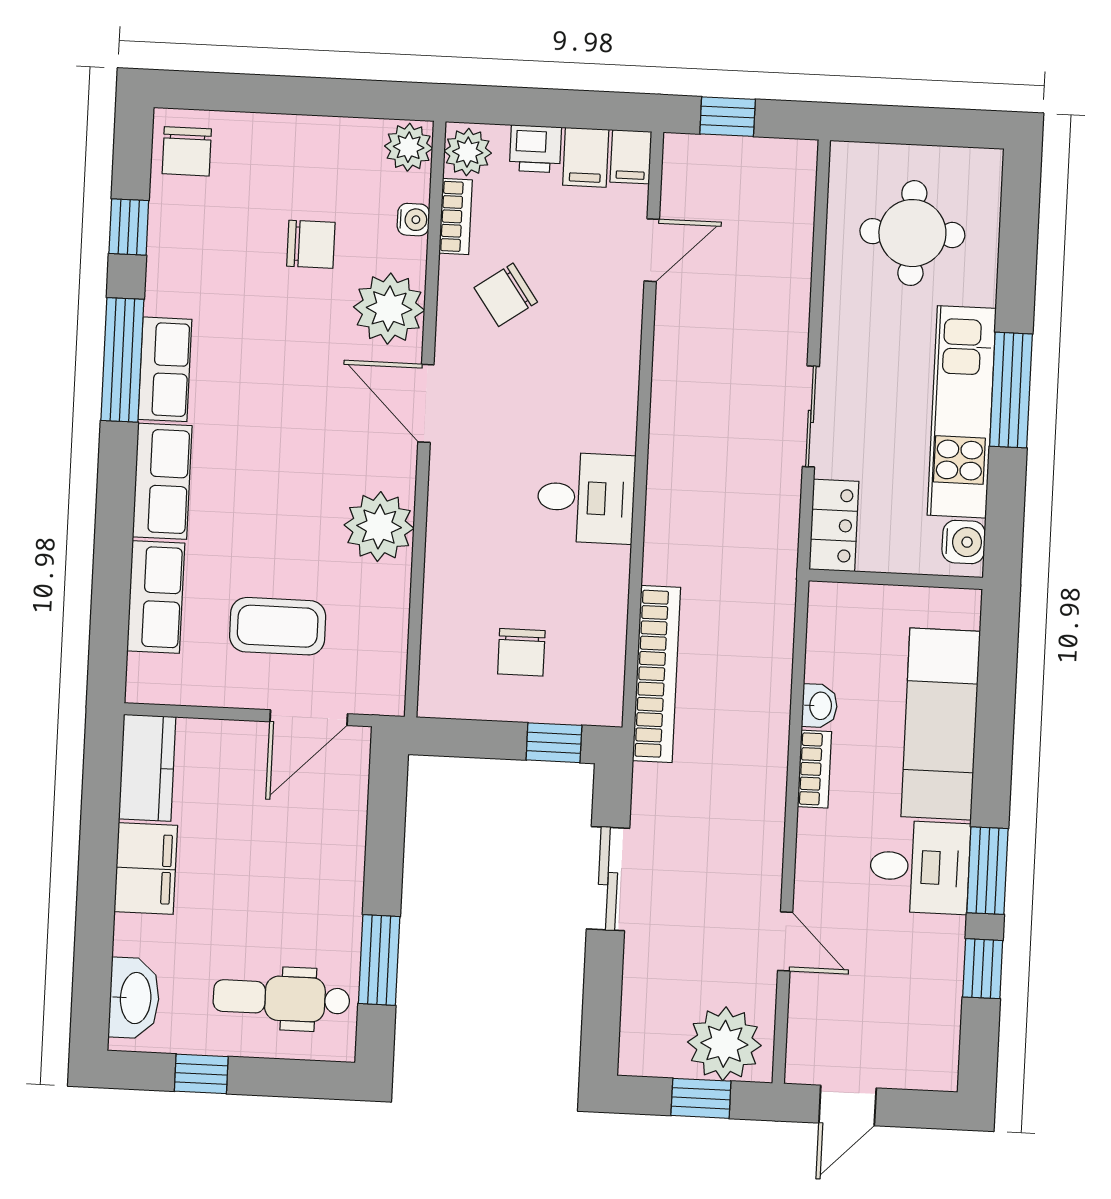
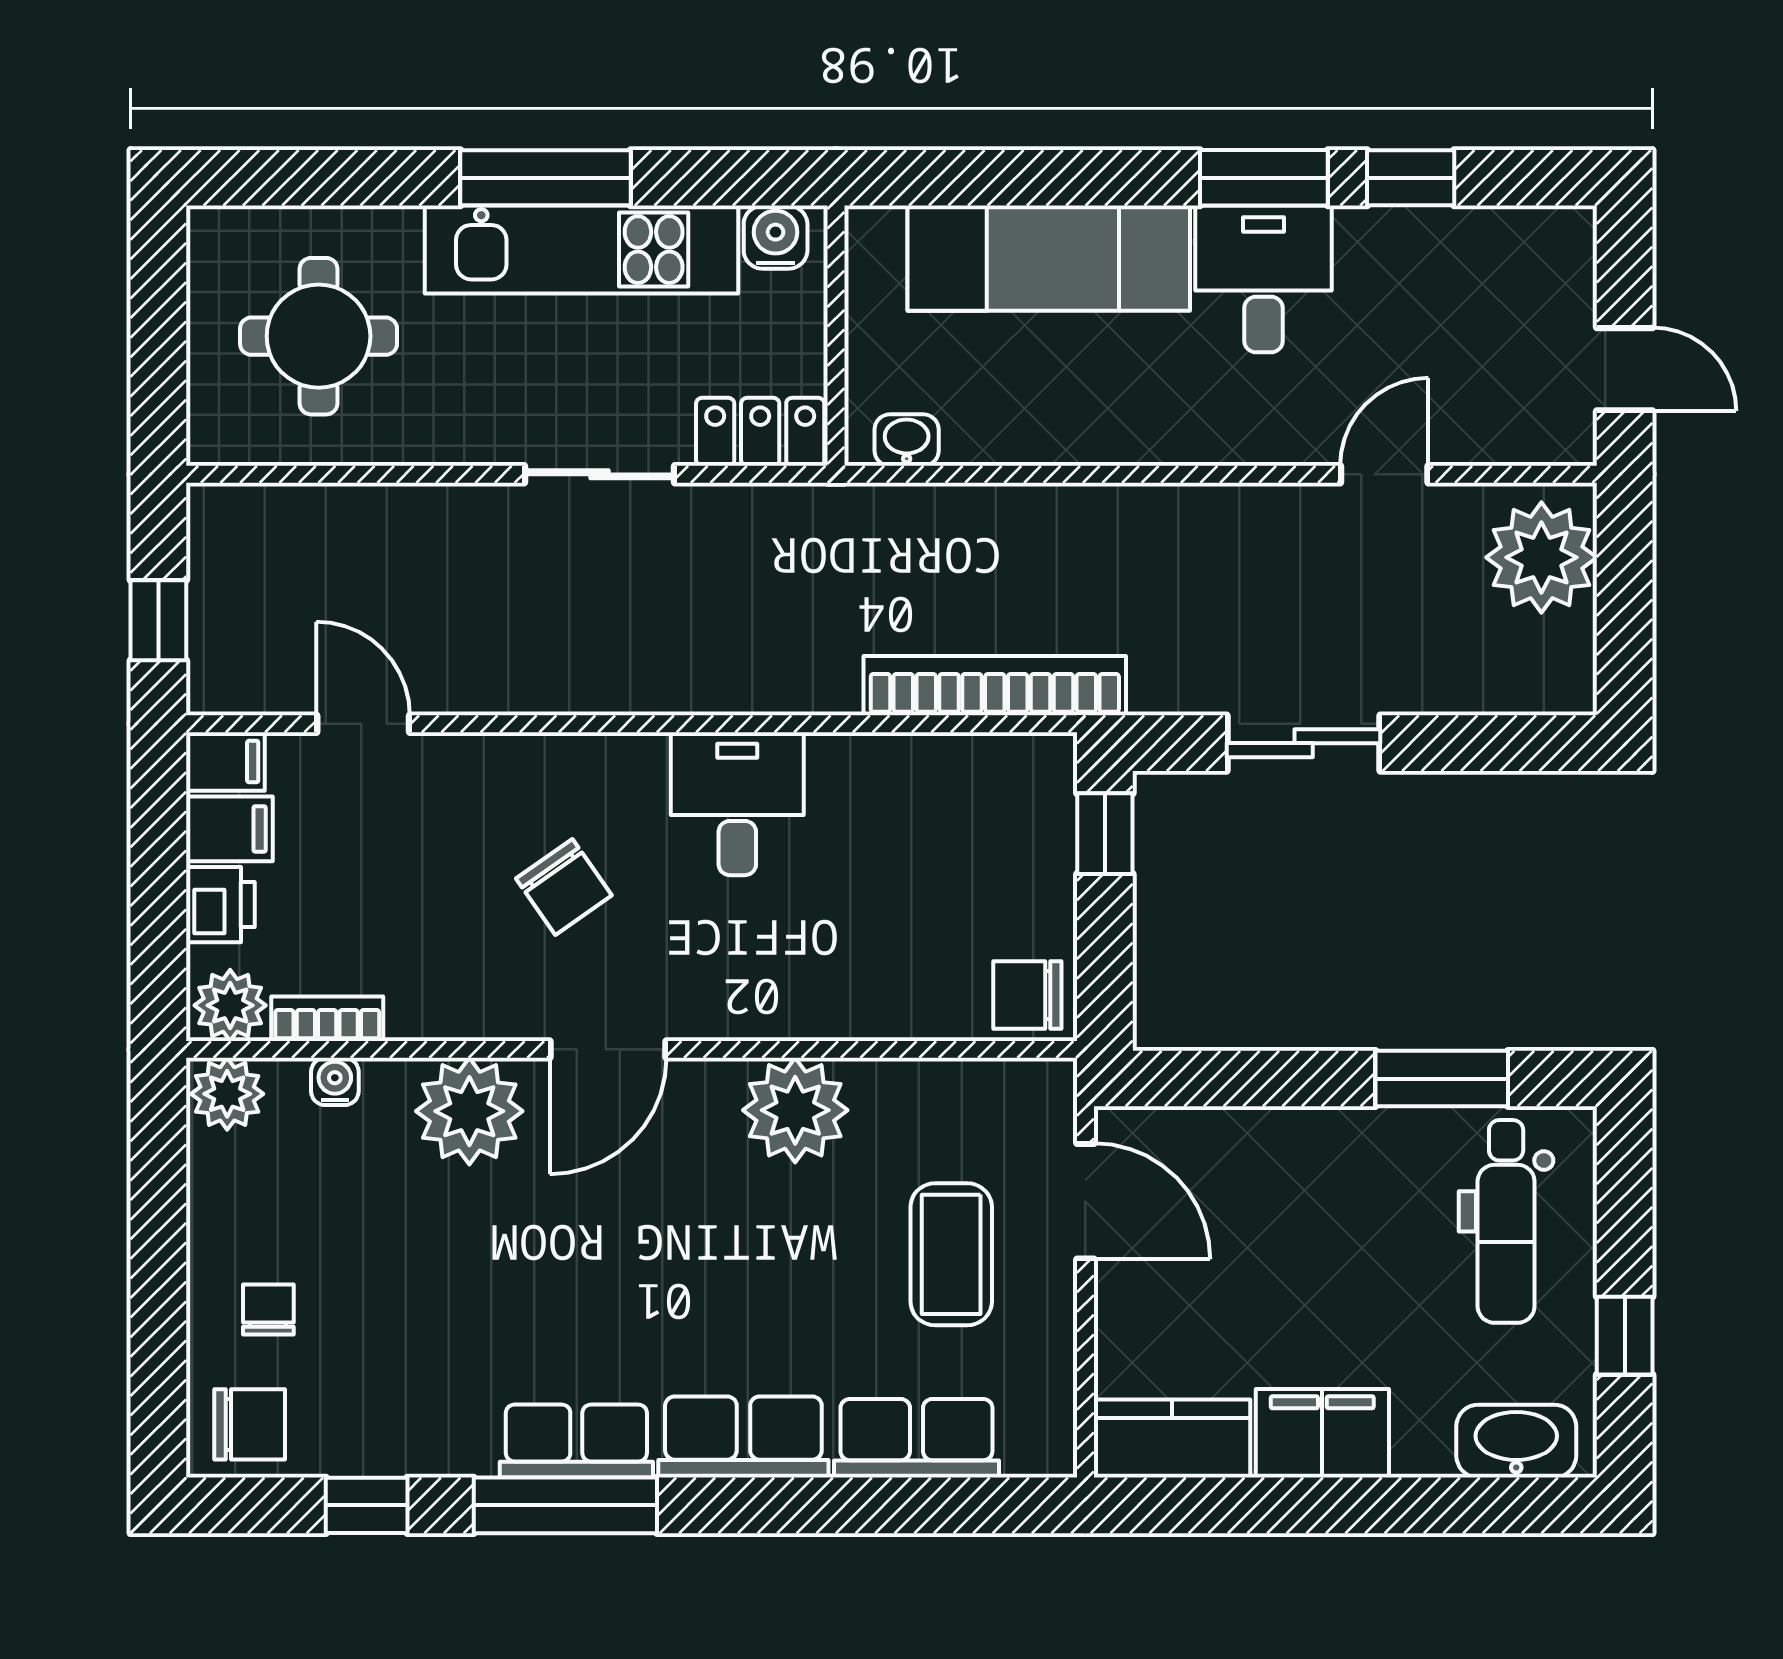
chair: (311, 244) -> (268, 1310), moved, width x0.73, depth x0.73
chair: (506, 295) -> (564, 887), moved
chair: (521, 652) -> (1027, 995), moved, turned 180
washbasin: (820, 706) -> (907, 440), moved
bookcase: (814, 769) -> (1125, 443), removed
window: (701, 1098) -> (1625, 588), removed

